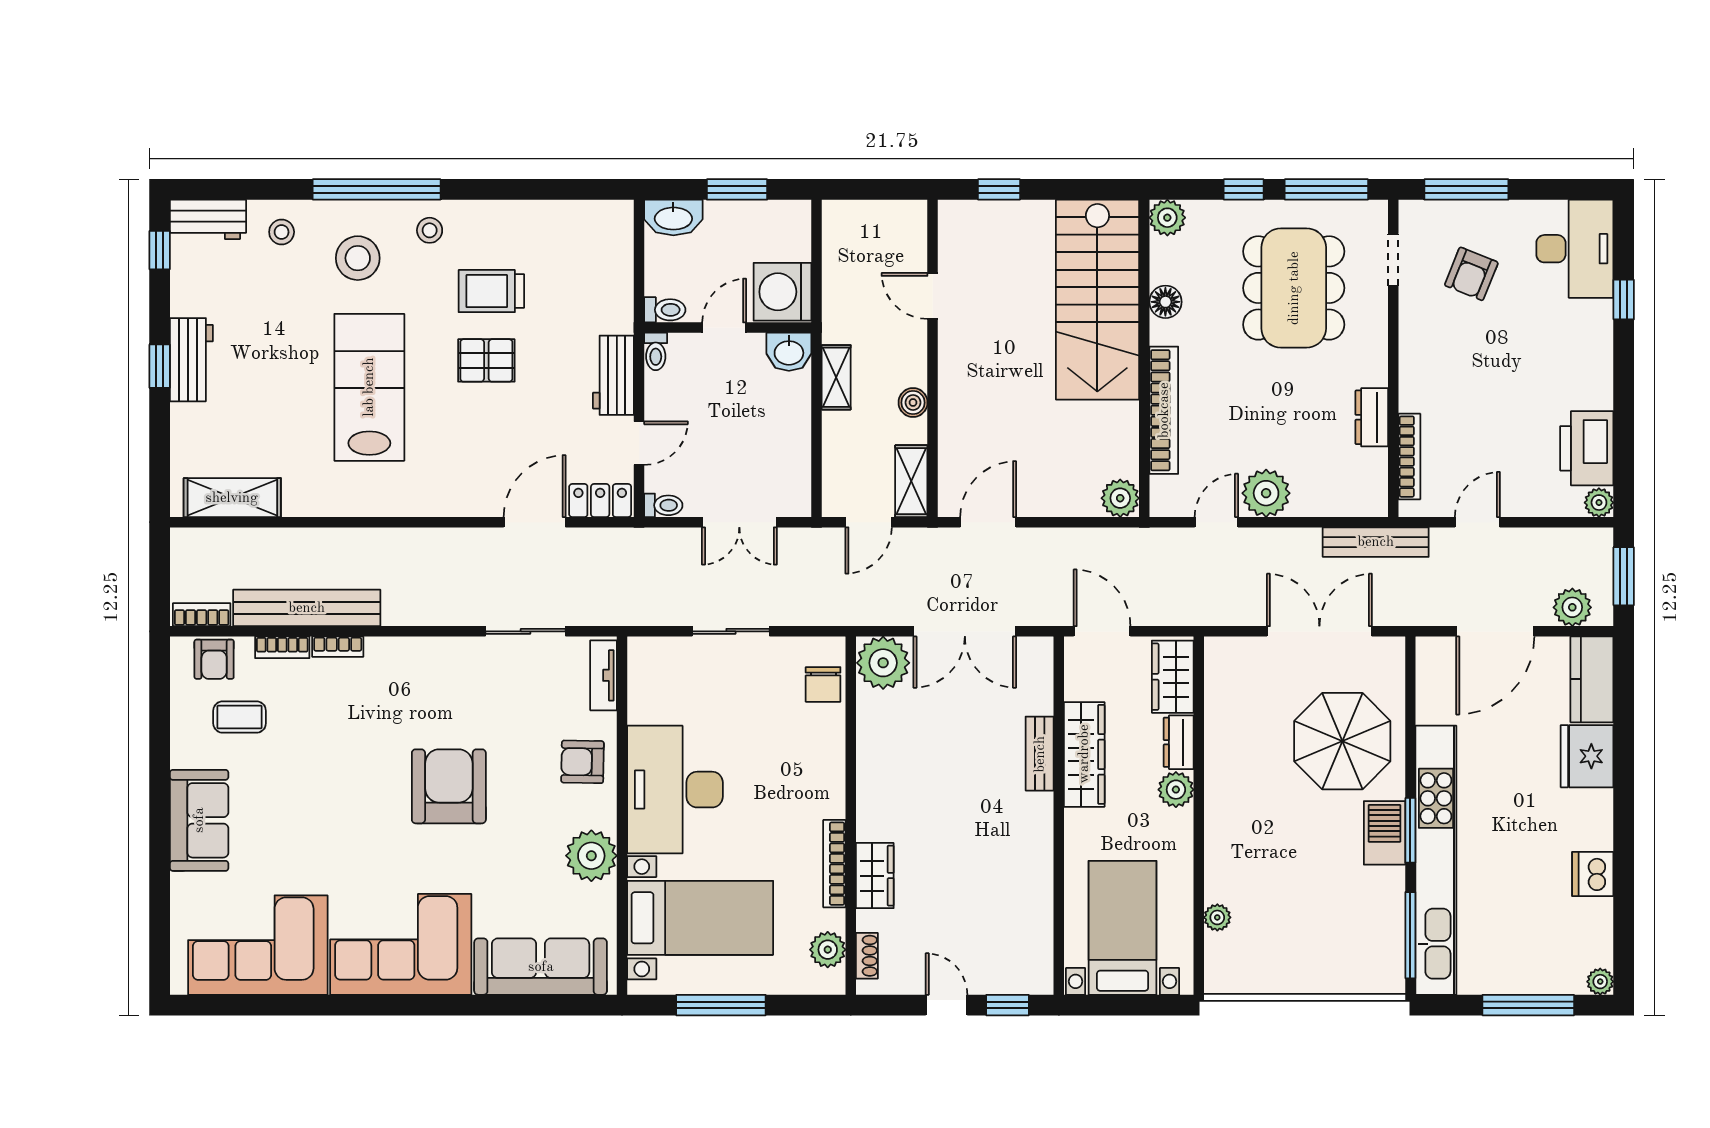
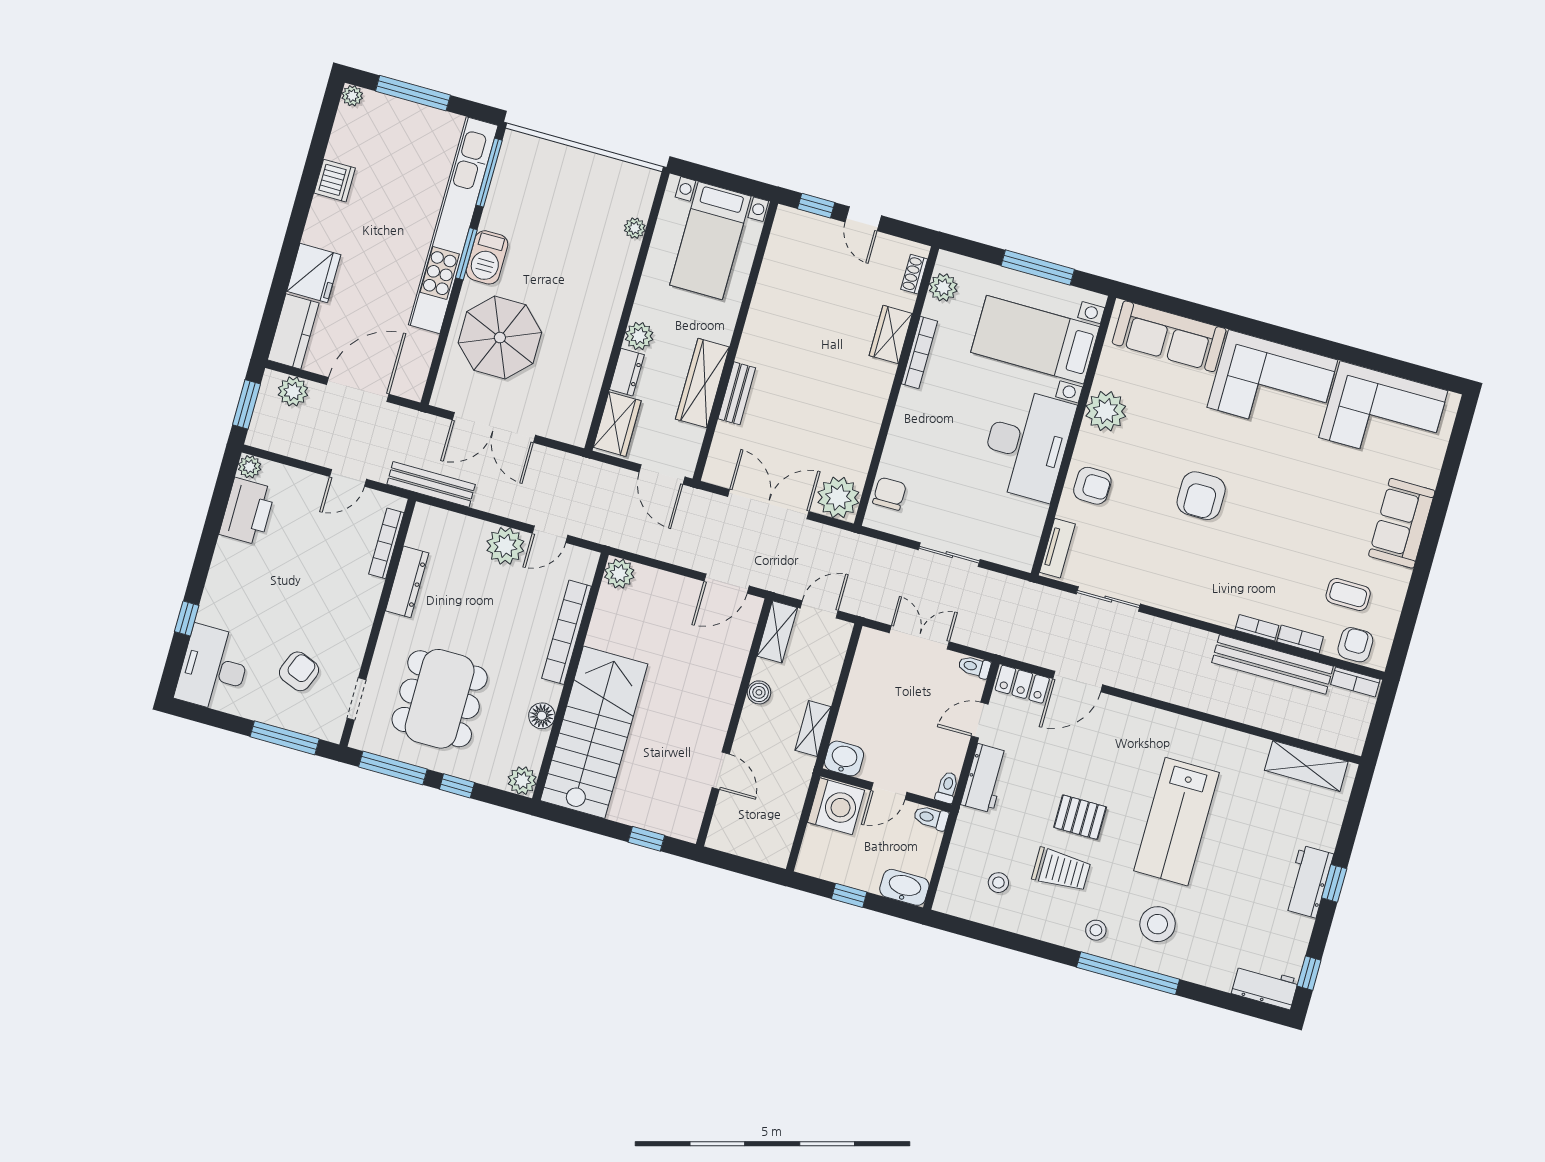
window: (737, 189) -> (849, 895), width x0.67
stool: (282, 232) -> (998, 883), moved
dresser: (1372, 417) -> (407, 582), width x1.44
armchair: (449, 786) -> (1201, 496), width x0.73, depth x0.73

